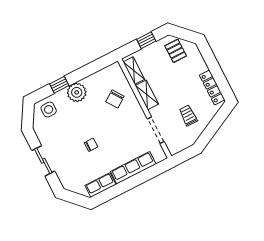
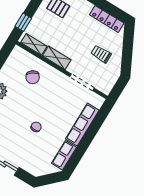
window: (146, 40) -> (23, 22), moved

